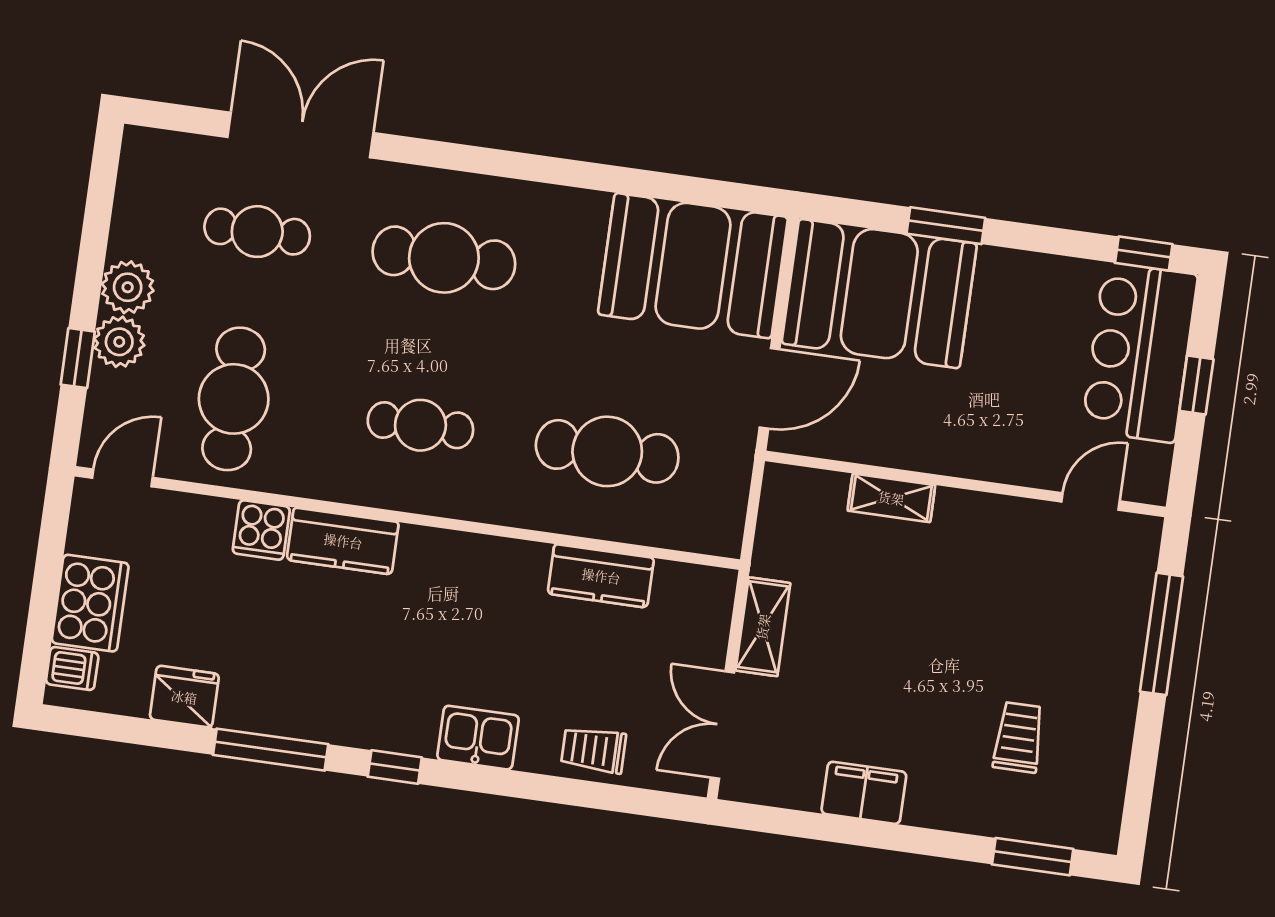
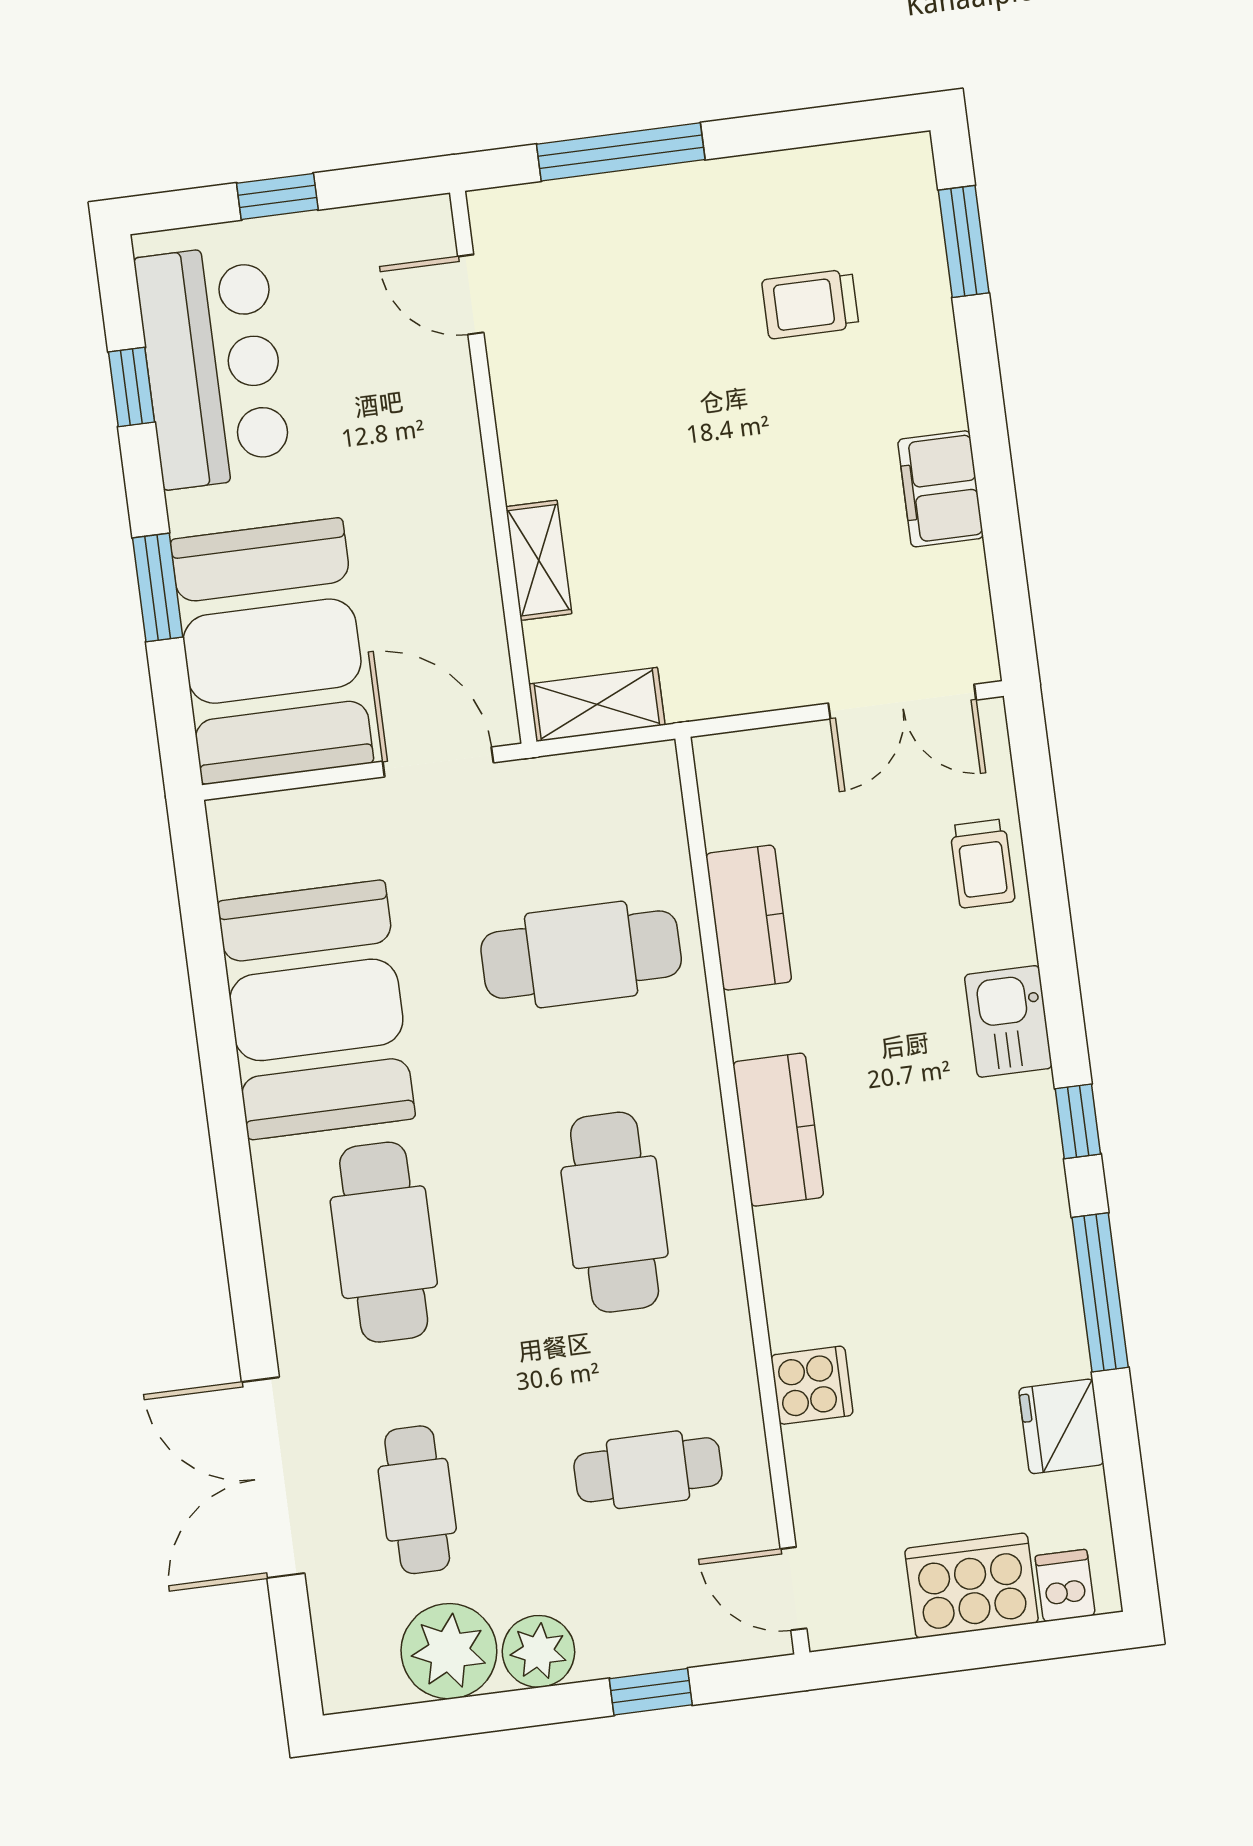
window: (1144, 254) -> (131, 387), moved
booth: (693, 266) -> (316, 1010), moved
plant: (119, 342) -> (449, 1651), moved, width x1.36, depth x1.36
bar counter: (1140, 353) -> (213, 366), moved, turned -90
cafe table: (234, 399) -> (648, 1470), width x0.73, depth x0.74
cafe table: (420, 425) -> (615, 1212), width x1.37, depth x1.35
cafe table: (607, 451) -> (581, 955), turned 90
kitchen counter: (343, 541) -> (778, 1130), moved
shelving: (763, 627) -> (597, 704), moved

